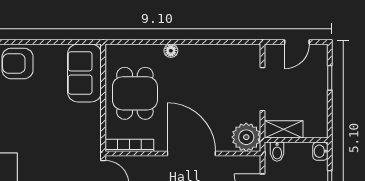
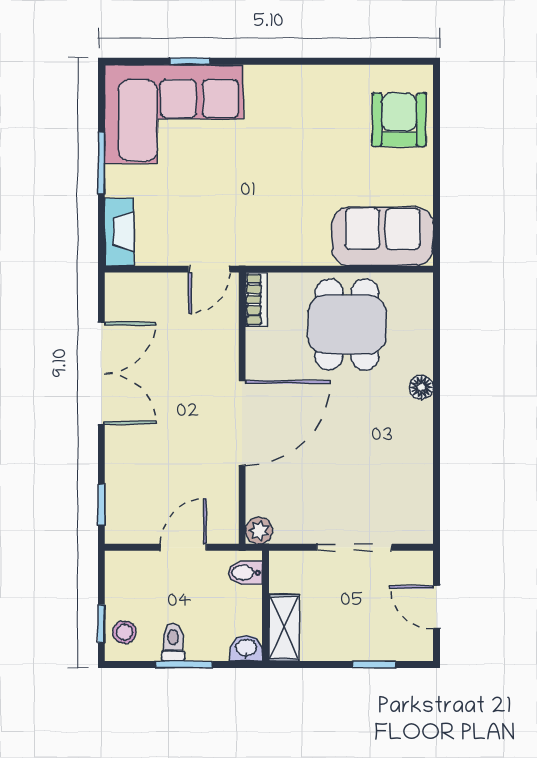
dining table: (135, 93) -> (347, 325), turned 90
shelving: (284, 129) -> (284, 628), moved
plant: (246, 137) -> (259, 531), width x0.53, depth x0.53
bookcase: (129, 145) -> (256, 300), width x0.64

